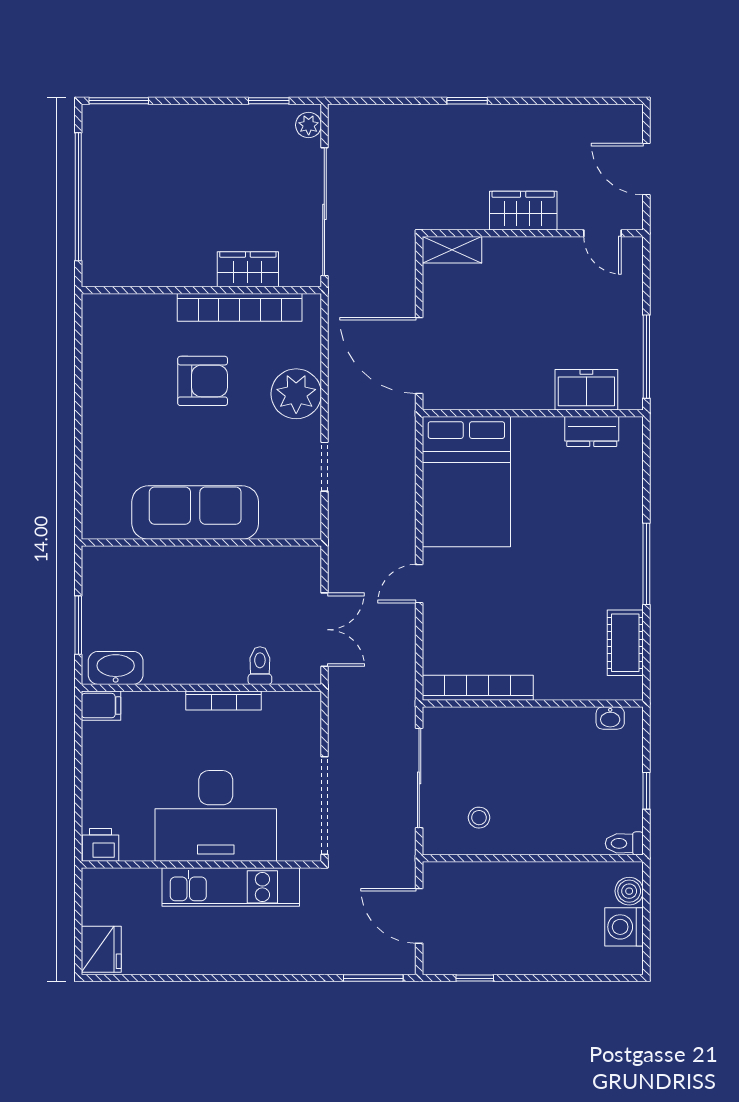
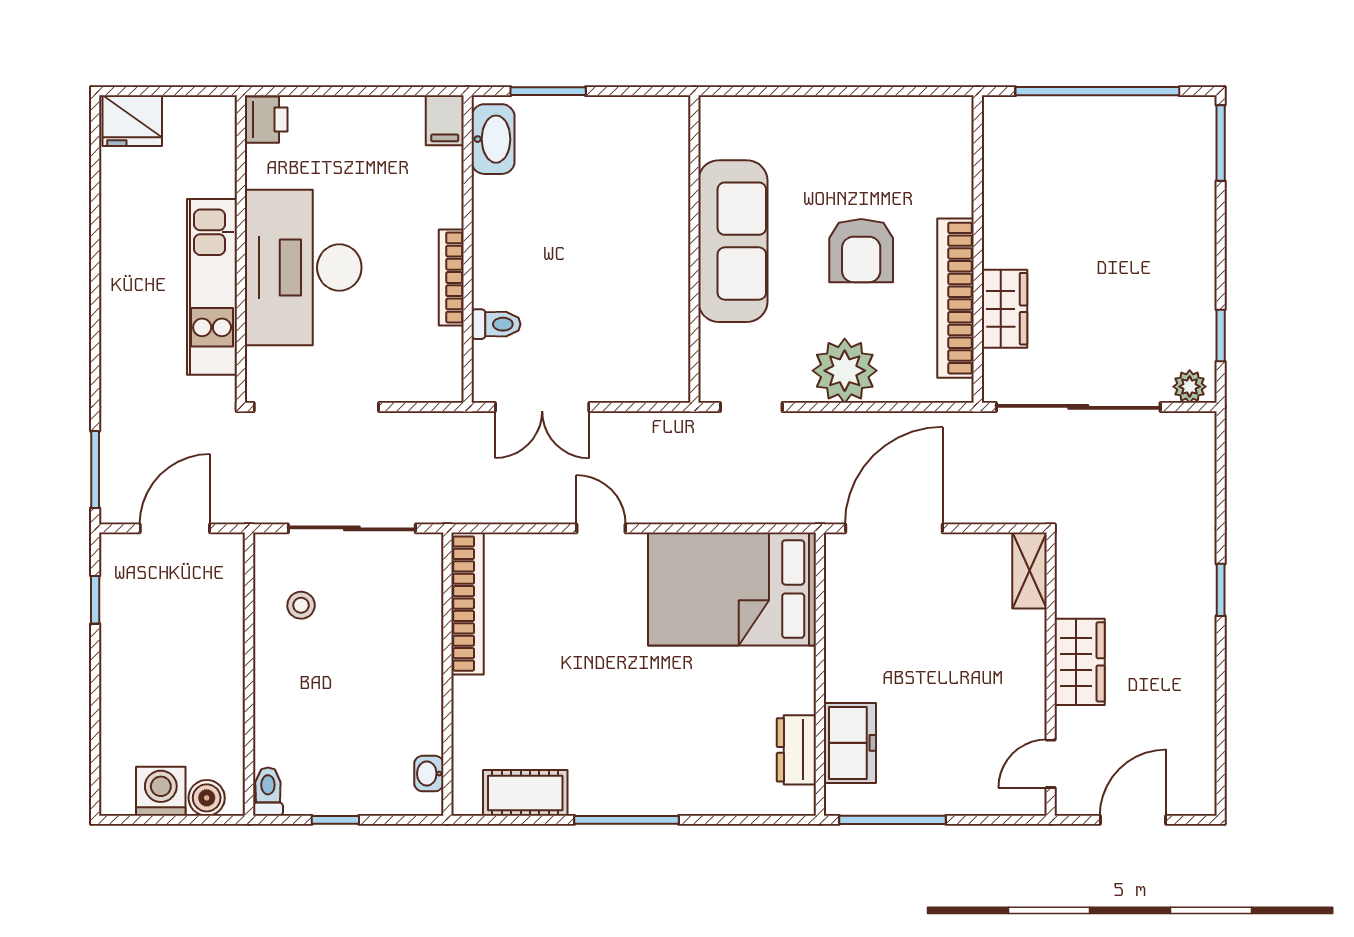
sofa: (195, 513) -> (733, 241), moved
wall: (201, 543) -> (694, 249), moved

